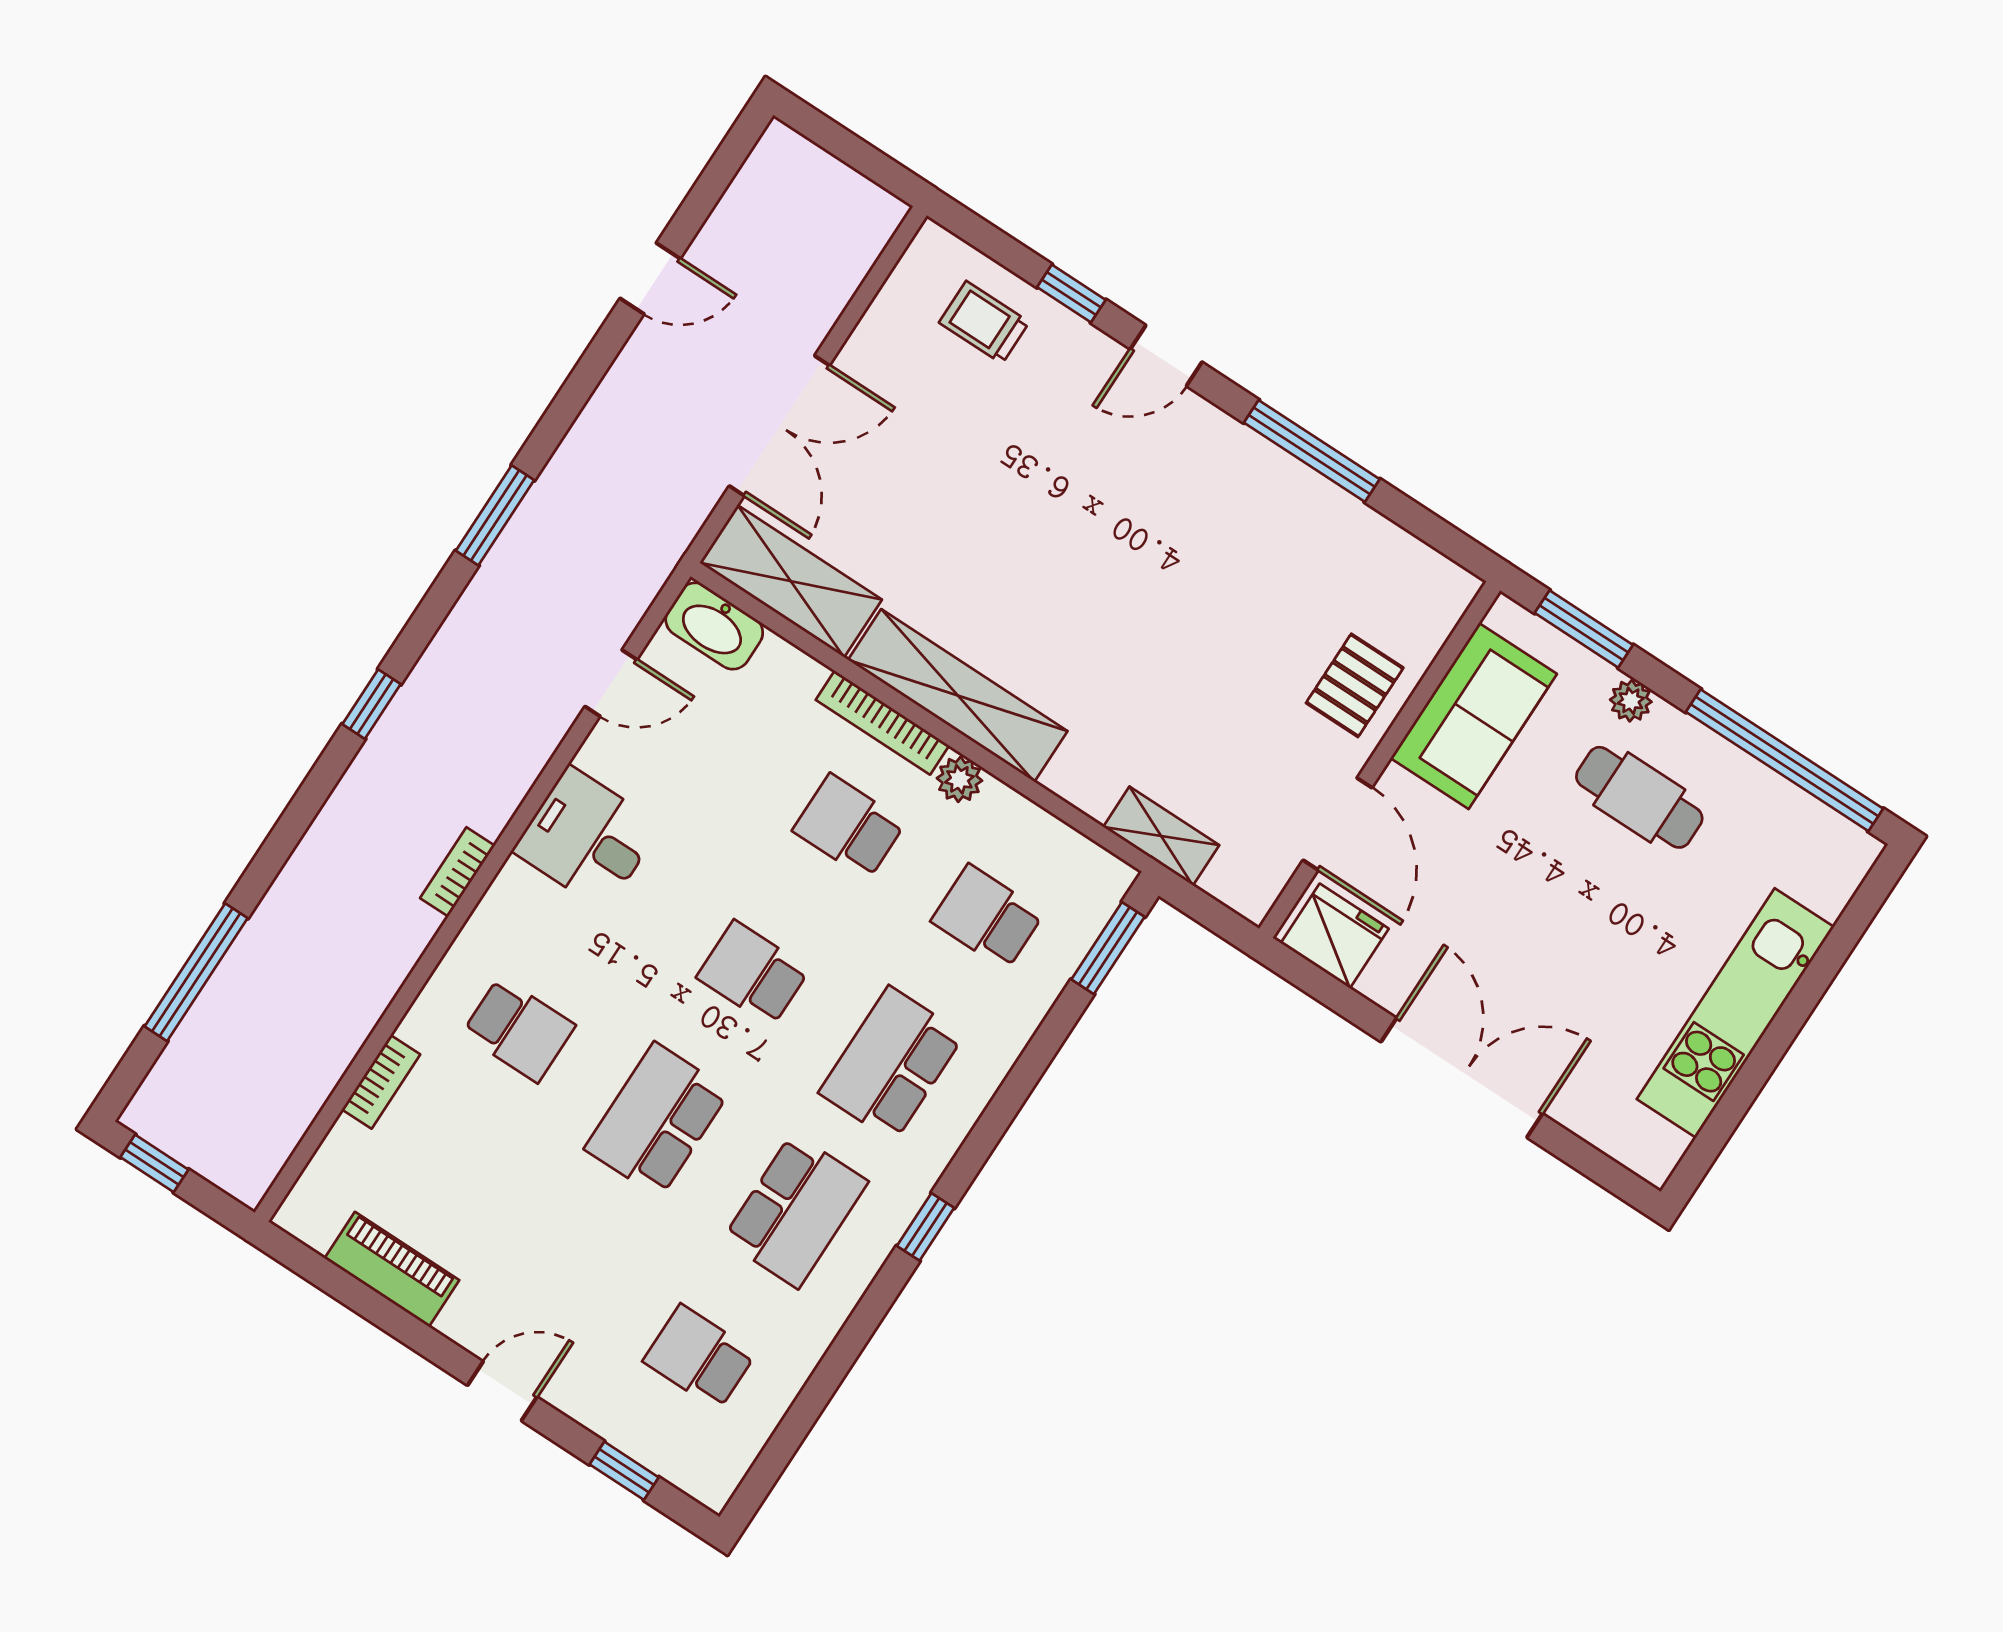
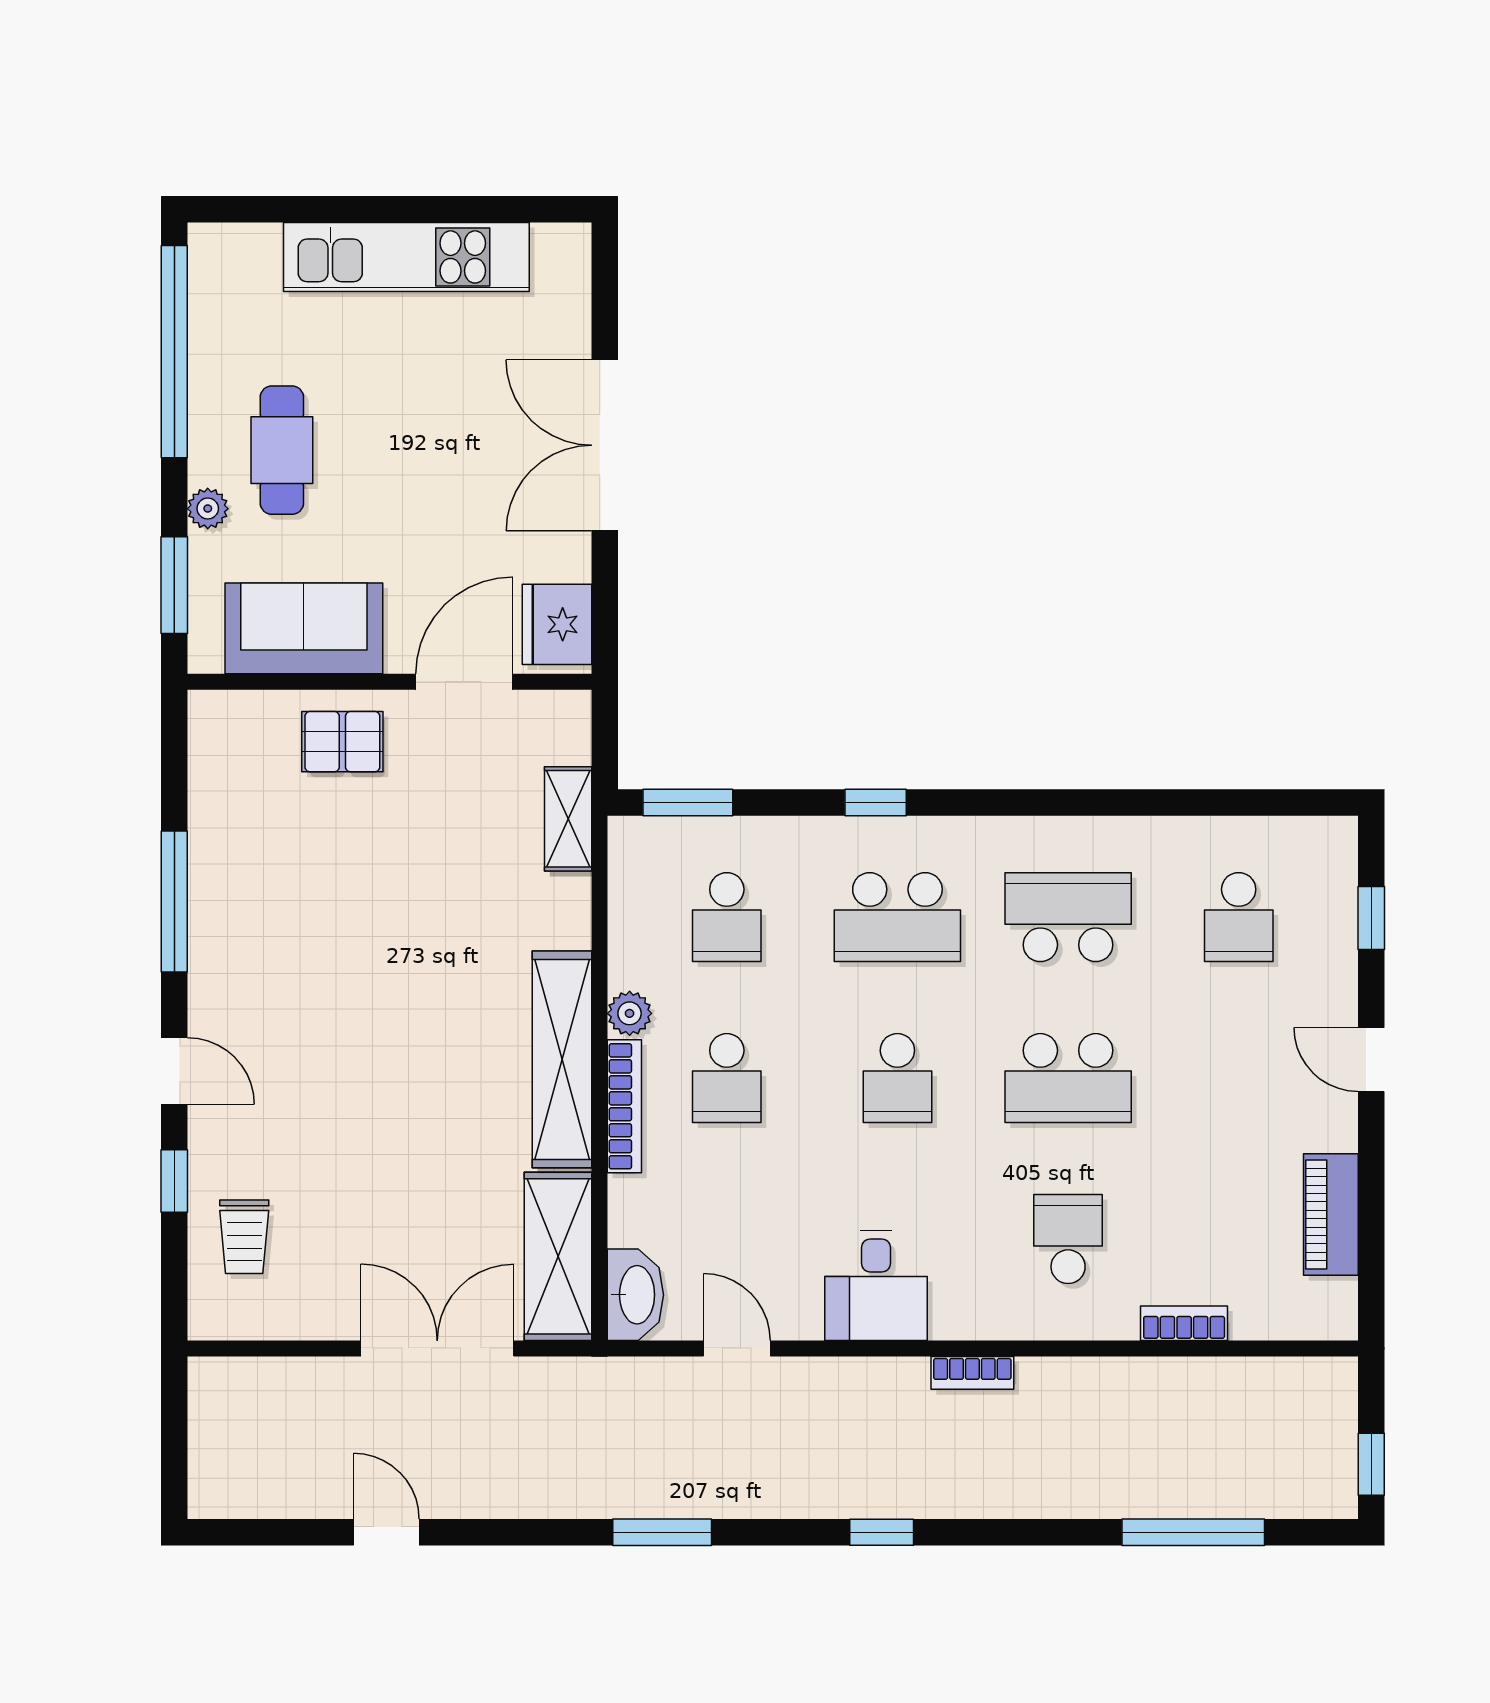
window: (926, 1227) -> (876, 802), moved

